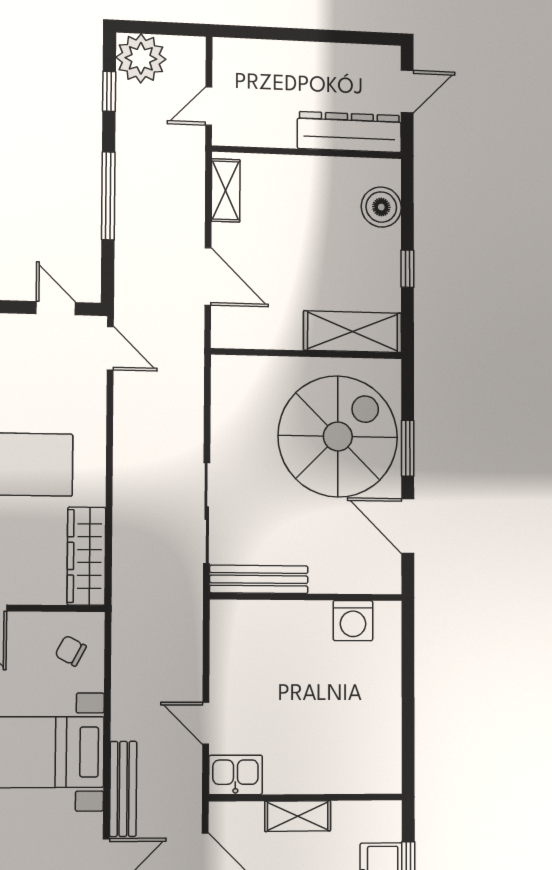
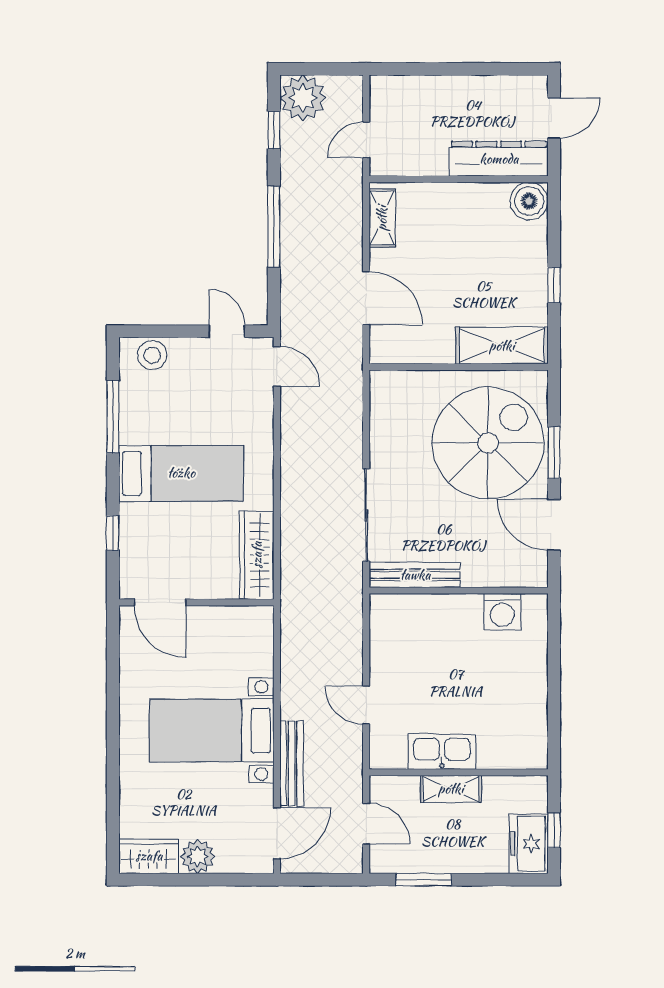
boiler: (381, 207) -> (529, 201), moved
chair: (71, 651) -> (243, 640), removed
kitchen sink: (235, 775) -> (442, 752), moved, width x1.38

